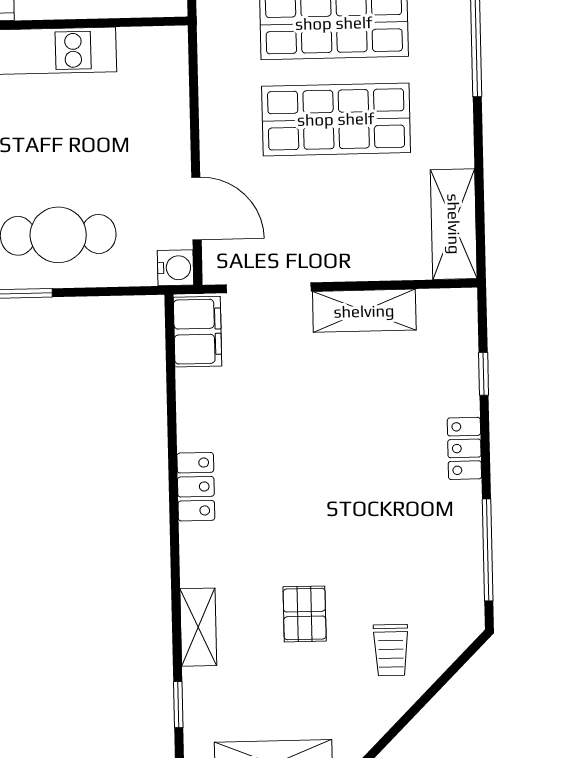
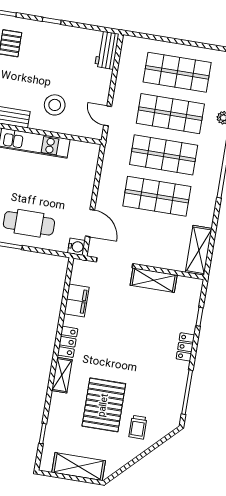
filing cabinet: (198, 332) -> (77, 301), moved
pallet: (305, 614) -> (104, 405), width x2.05, depth x2.00
shelving: (198, 627) -> (62, 375), moved

